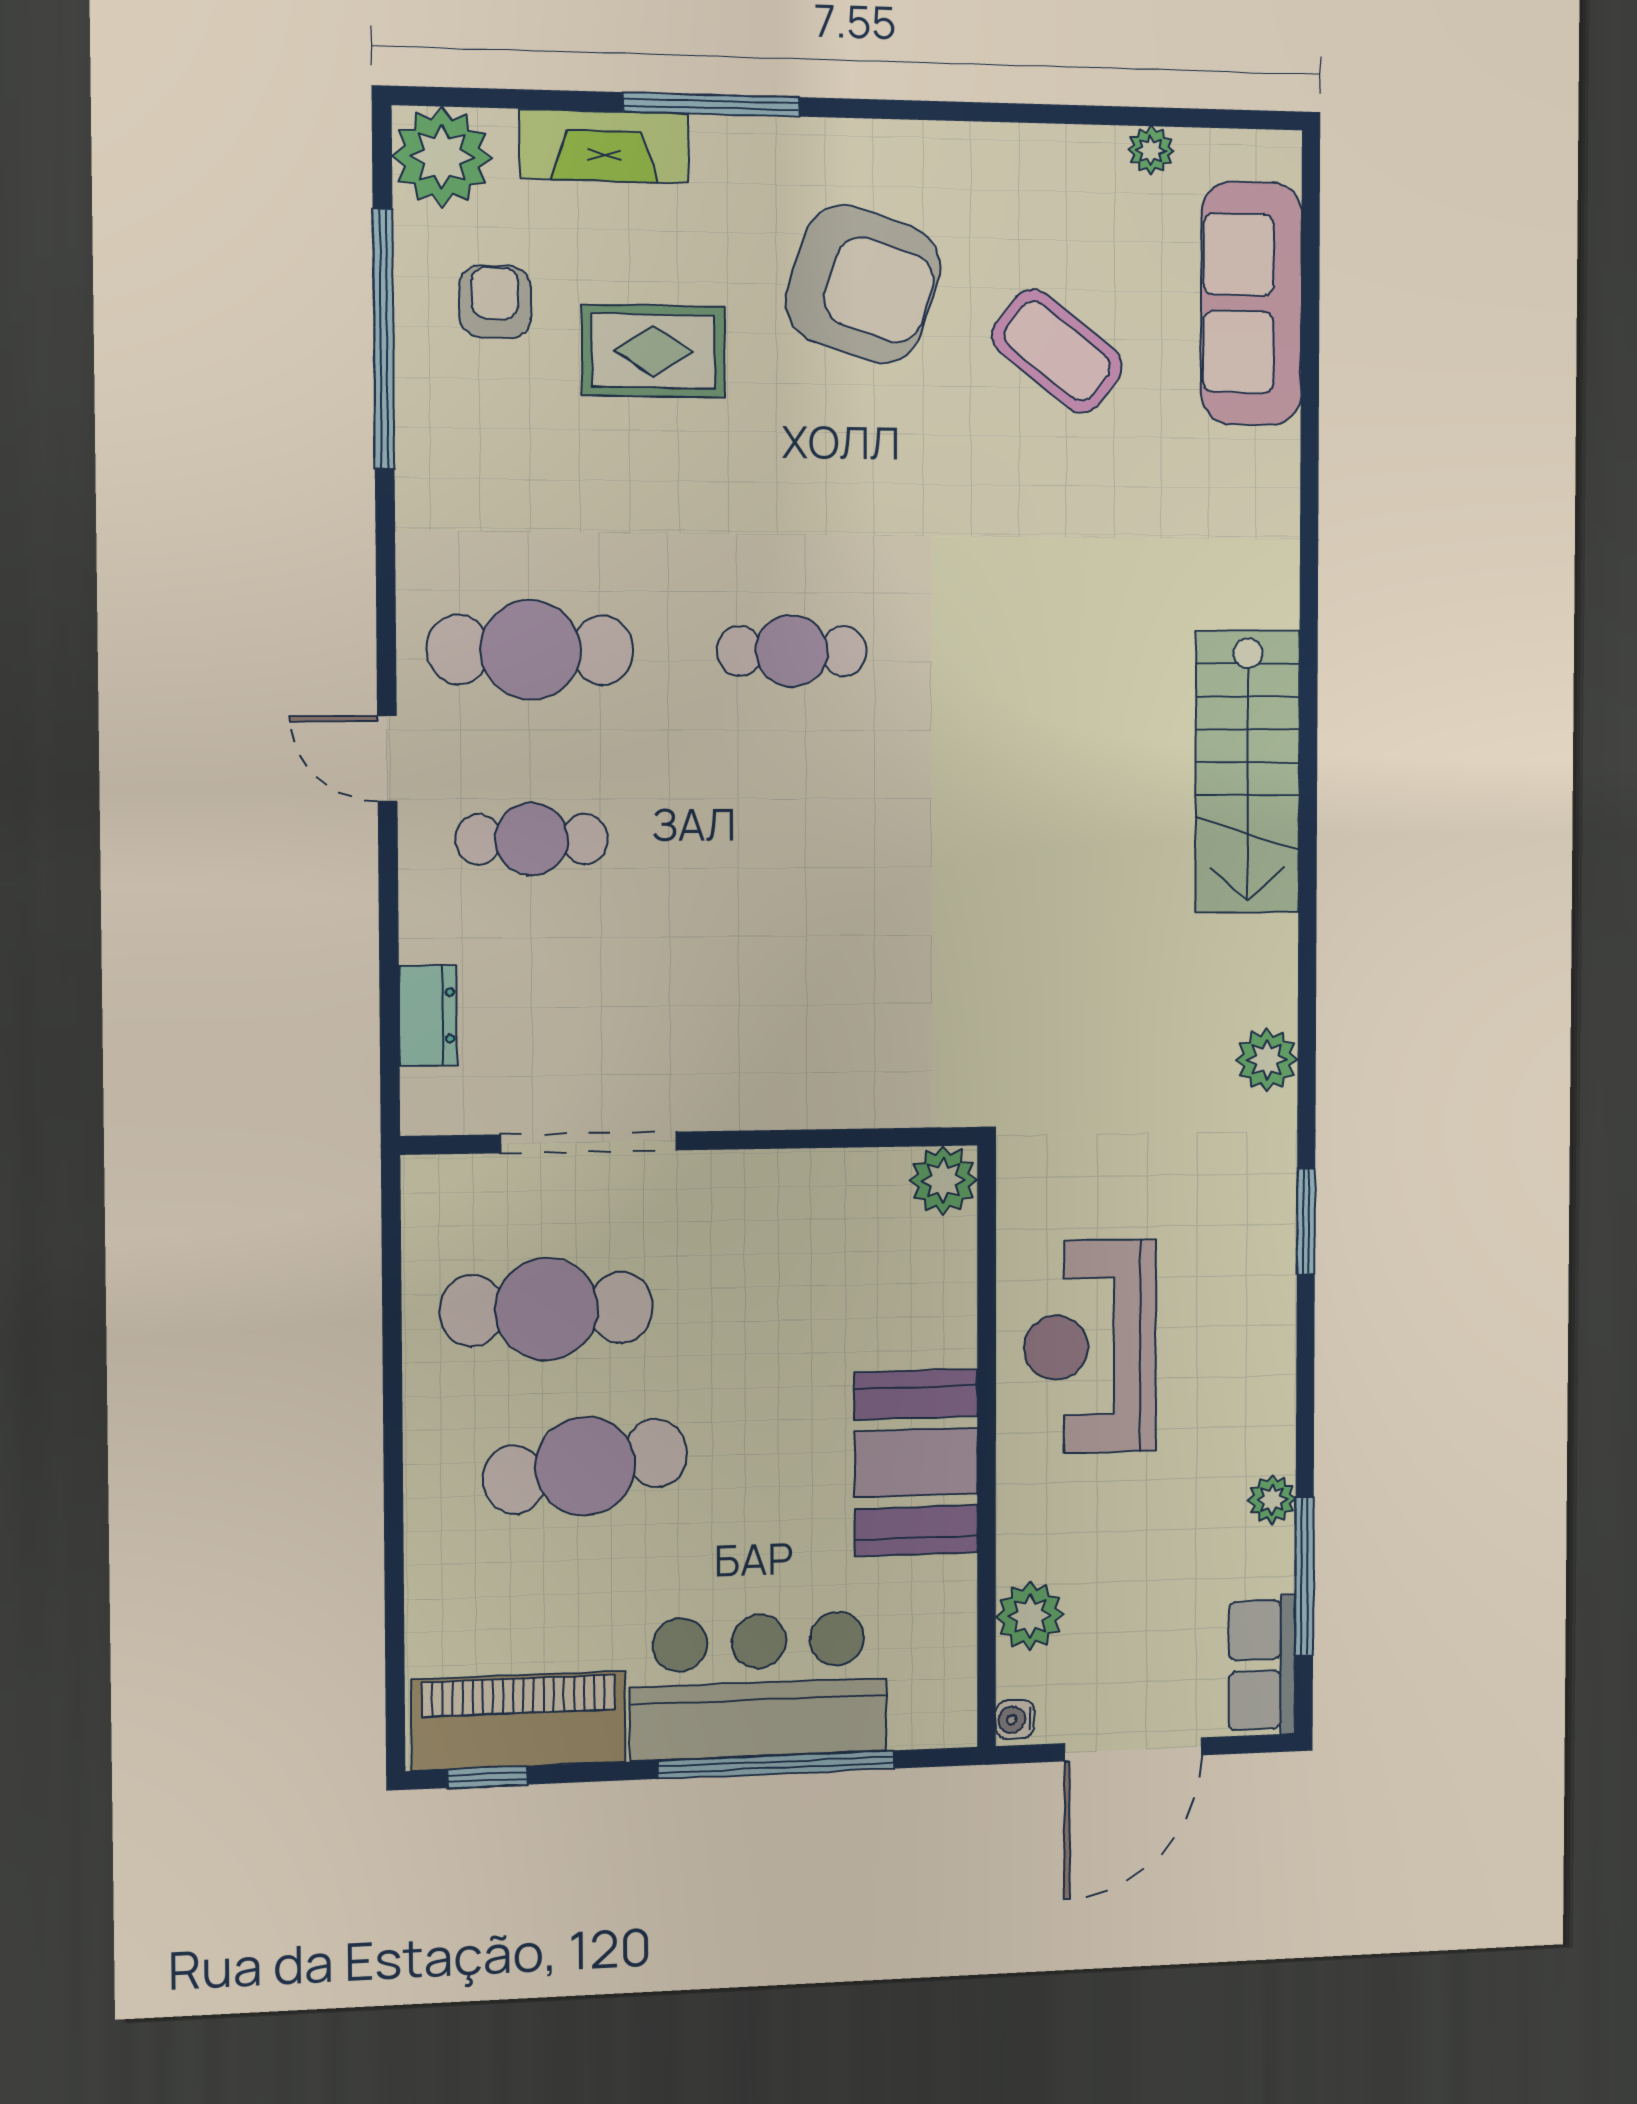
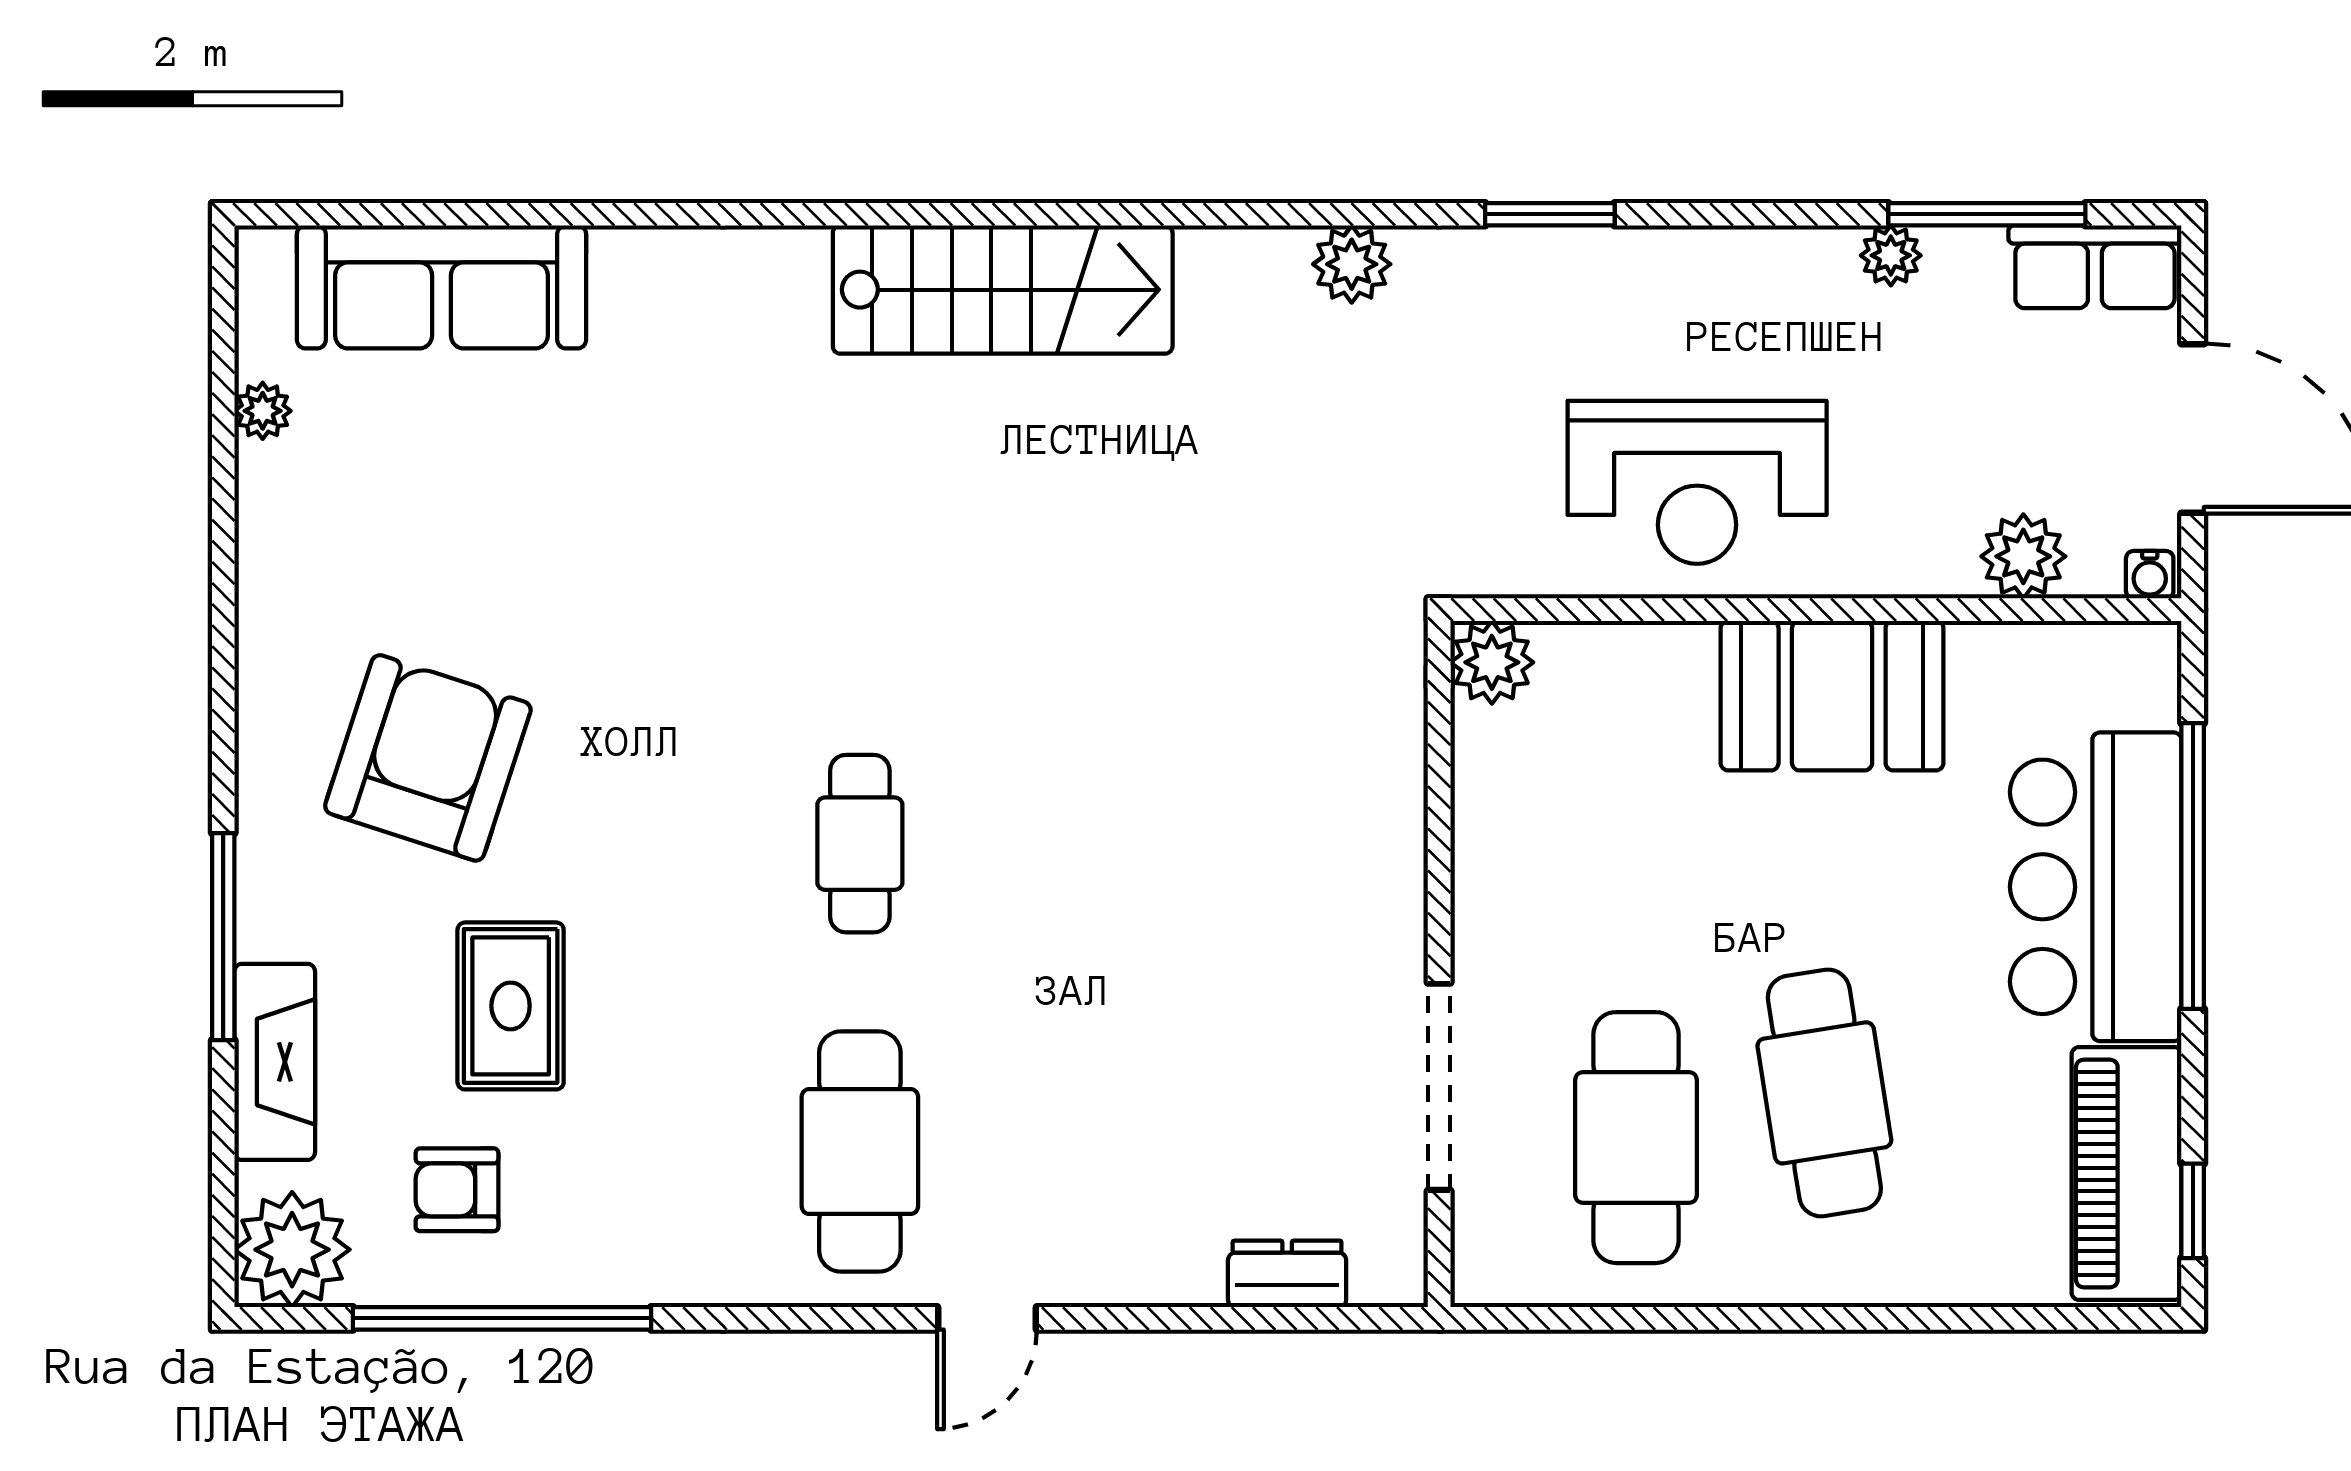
coffee table: (1057, 351) -> (502, 524), removed
cafe table: (532, 839) -> (1081, 1152), removed

